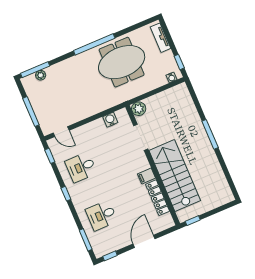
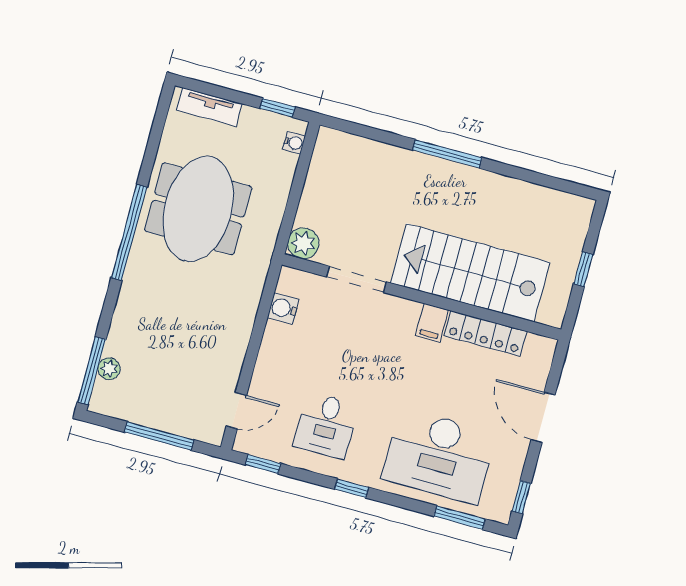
desk: (102, 215) -> (439, 456), width x1.87, depth x1.30
window: (193, 221) -> (583, 269), moved

